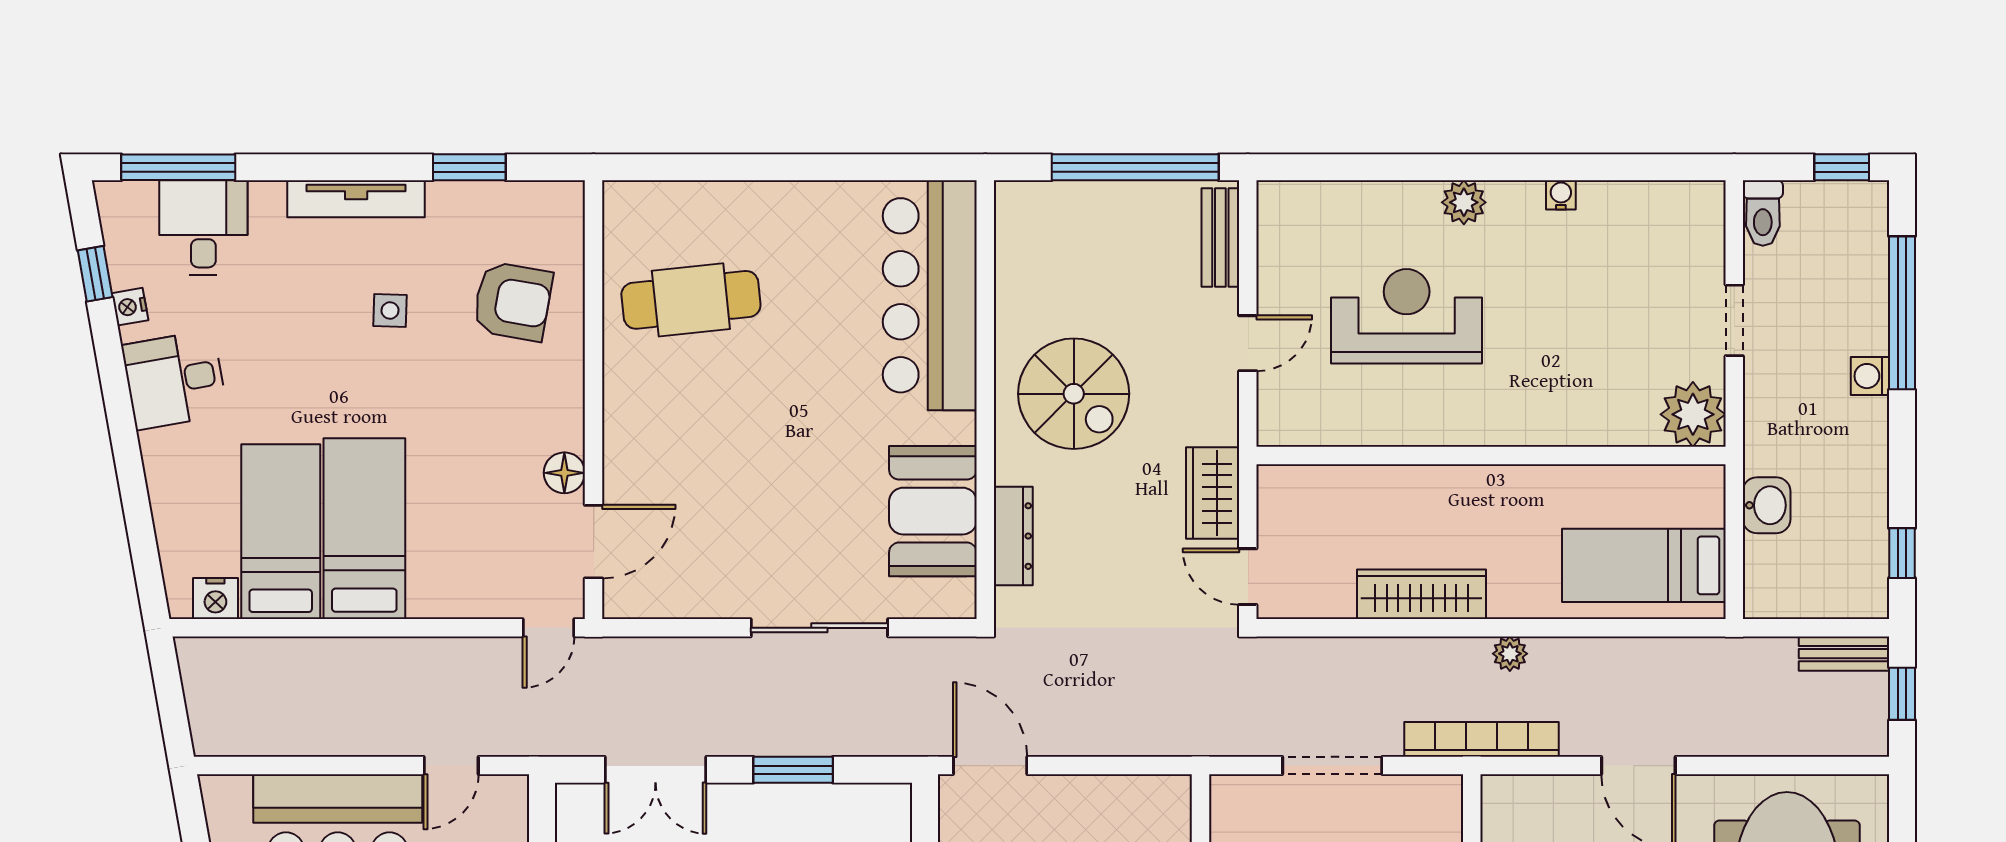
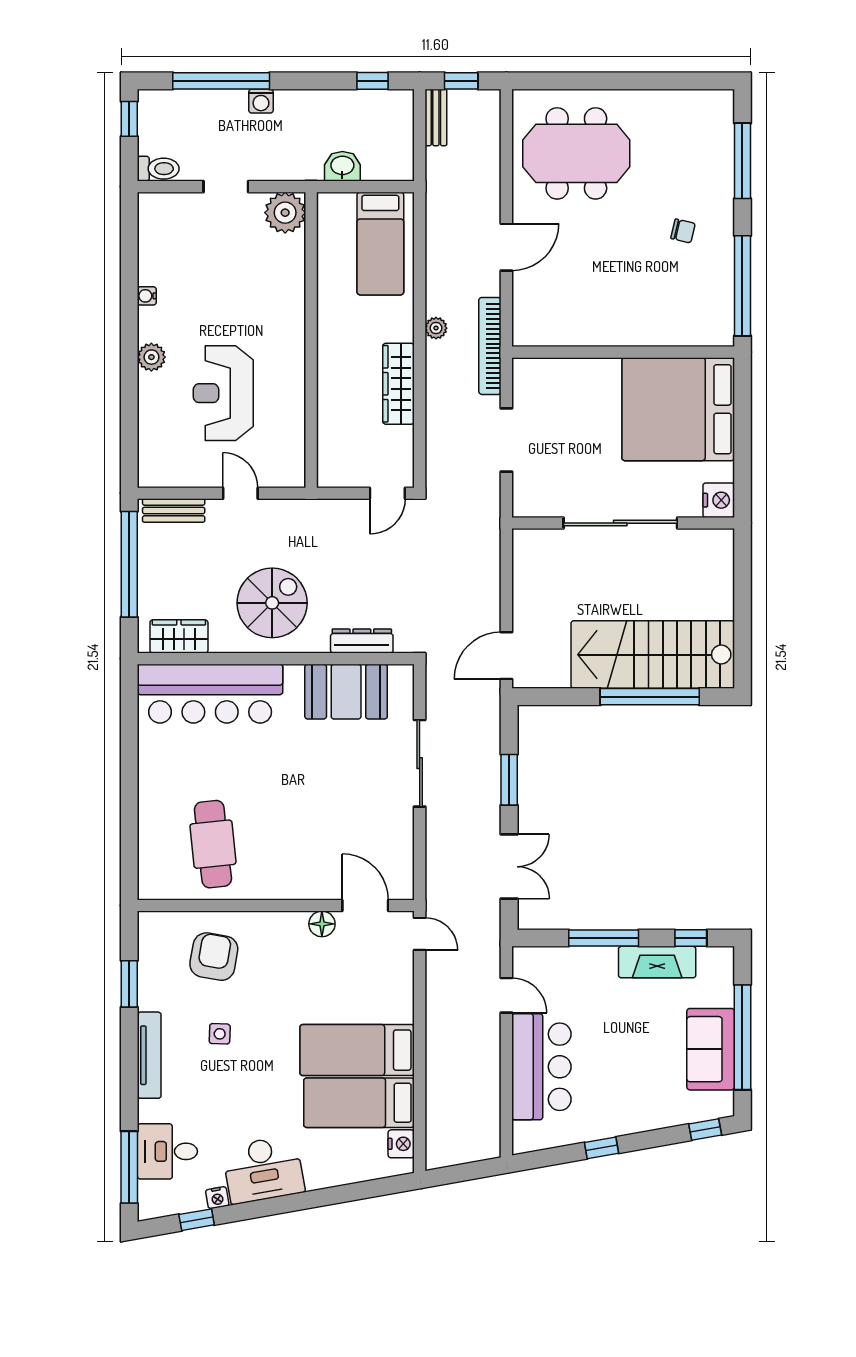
desk: (175, 380) -> (263, 1169), width x1.37
wardrobe: (1213, 493) -> (179, 636), moved, turned 180

